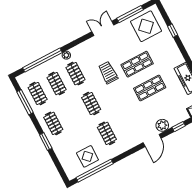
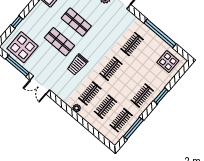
window: (42, 60) -> (90, 128), removed
display table: (87, 156) -> (168, 62), moved
window: (95, 171) -> (160, 33), moved

